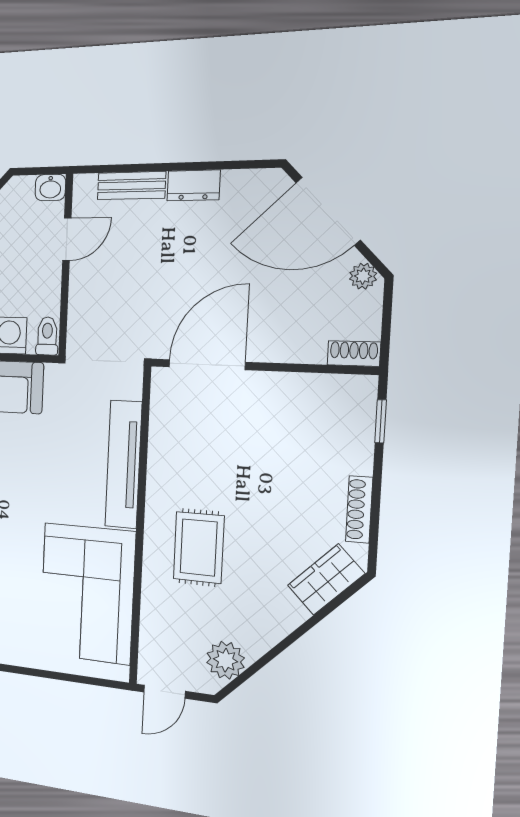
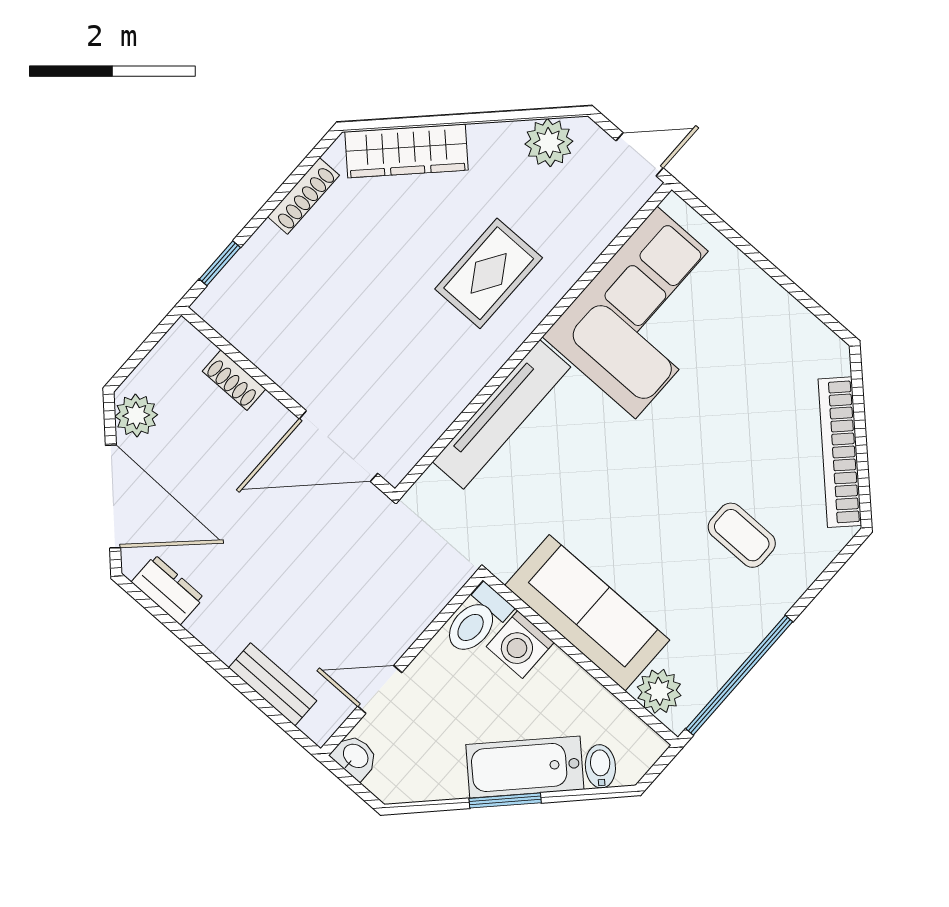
dresser: (194, 185) -> (168, 590), moved
plant: (363, 276) -> (136, 415), width x1.38, depth x1.38
toilet: (47, 336) -> (477, 620), width x1.37, depth x1.39
shoe rack: (354, 353) -> (234, 380), moved
wardrobe: (326, 579) -> (406, 151), width x1.50

